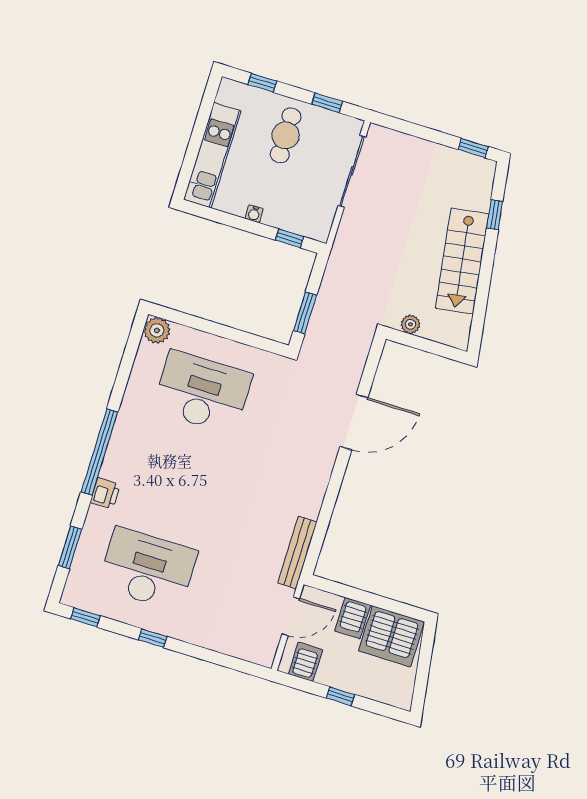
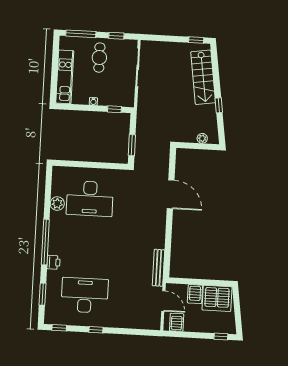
window: (262, 83) -> (81, 34), width x2.17
window: (495, 215) -> (219, 105), moved
stairs: (462, 261) -> (203, 77), moved
plant: (410, 324) -> (202, 138), moved
plant: (157, 330) -> (57, 204), moved
desk: (202, 392) -> (90, 199), turned 180
door: (354, 422) -> (171, 194), hinge flipped
door: (291, 616) -> (163, 301), hinge flipped
window: (340, 696) -> (221, 336), moved

